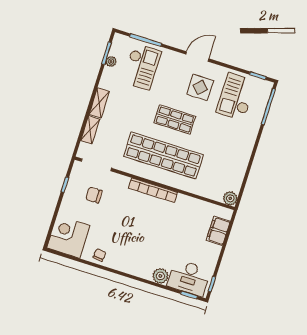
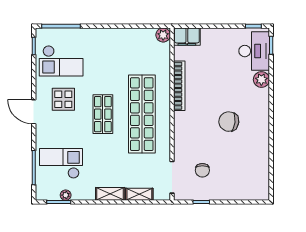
bookcase: (153, 190) -> (179, 86), moved
filing cabinet: (218, 231) -> (187, 37), moved
corner desk: (68, 237) -> (251, 182), removed
chair: (100, 255) -> (229, 122), moved, width x1.87, depth x1.87

